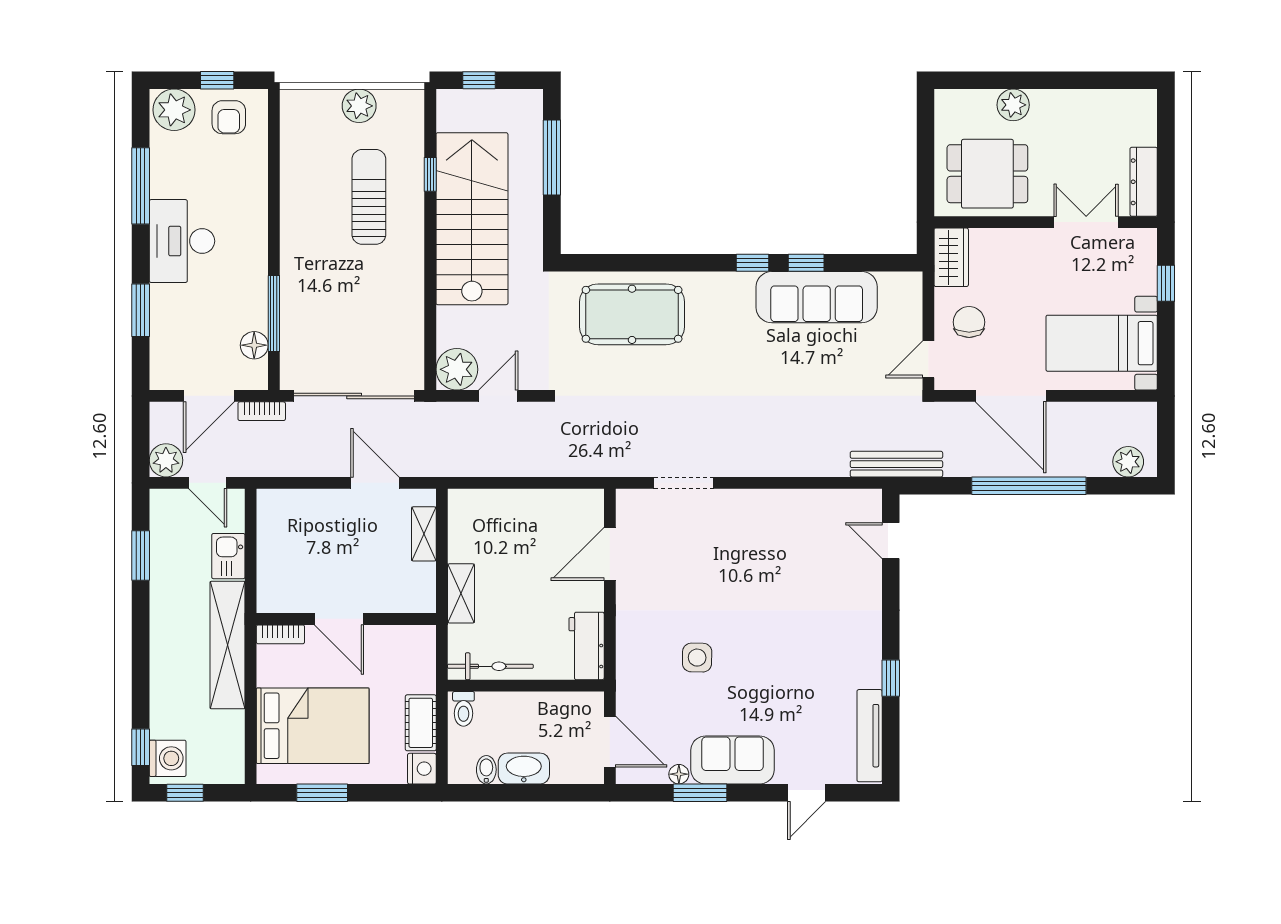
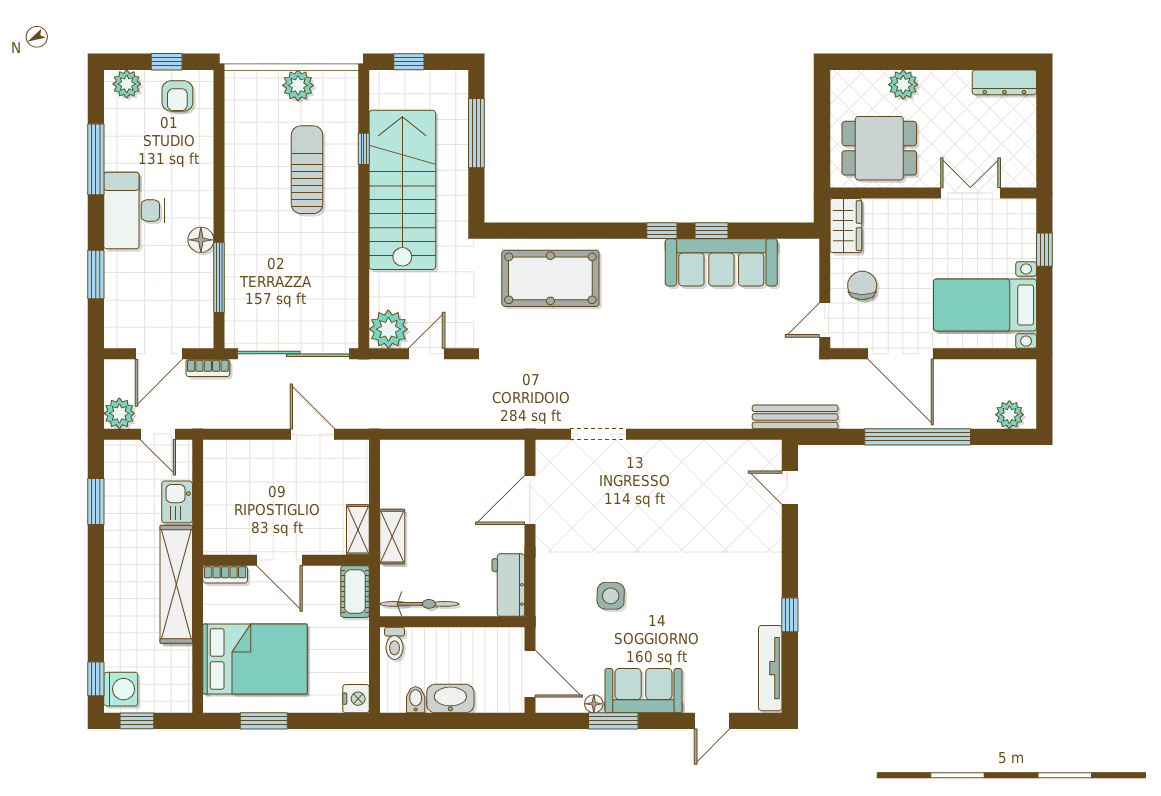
plant: (174, 110) -> (127, 84), width x0.73, depth x0.73
dresser: (1144, 182) -> (1004, 82), moved, turned -90
floor lamp: (254, 345) -> (201, 240), moved
shelving: (424, 534) -> (358, 530), moved
cot: (421, 723) -> (355, 592), moved

